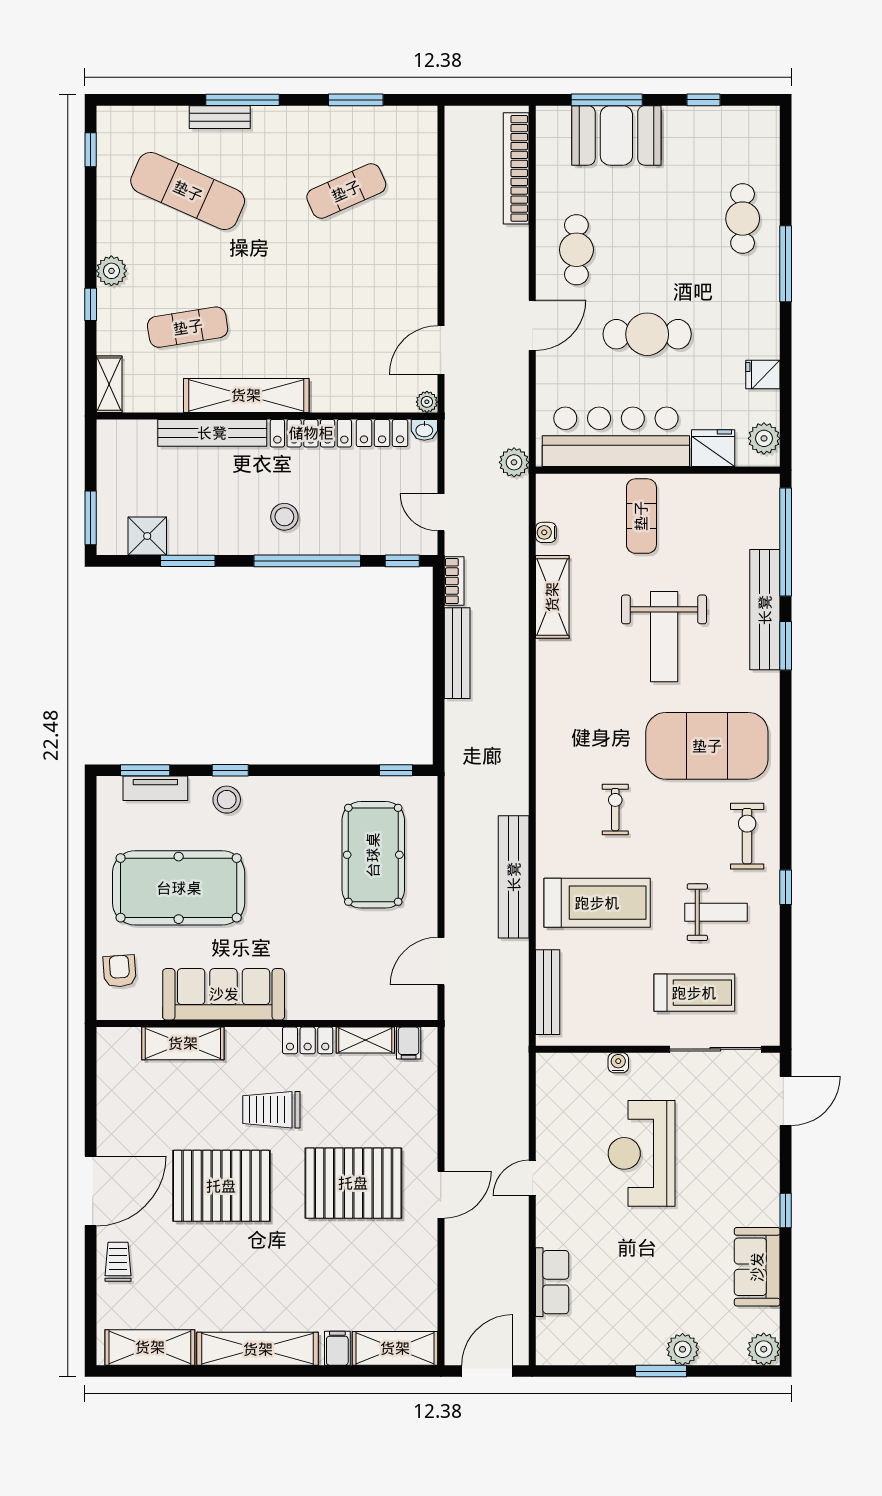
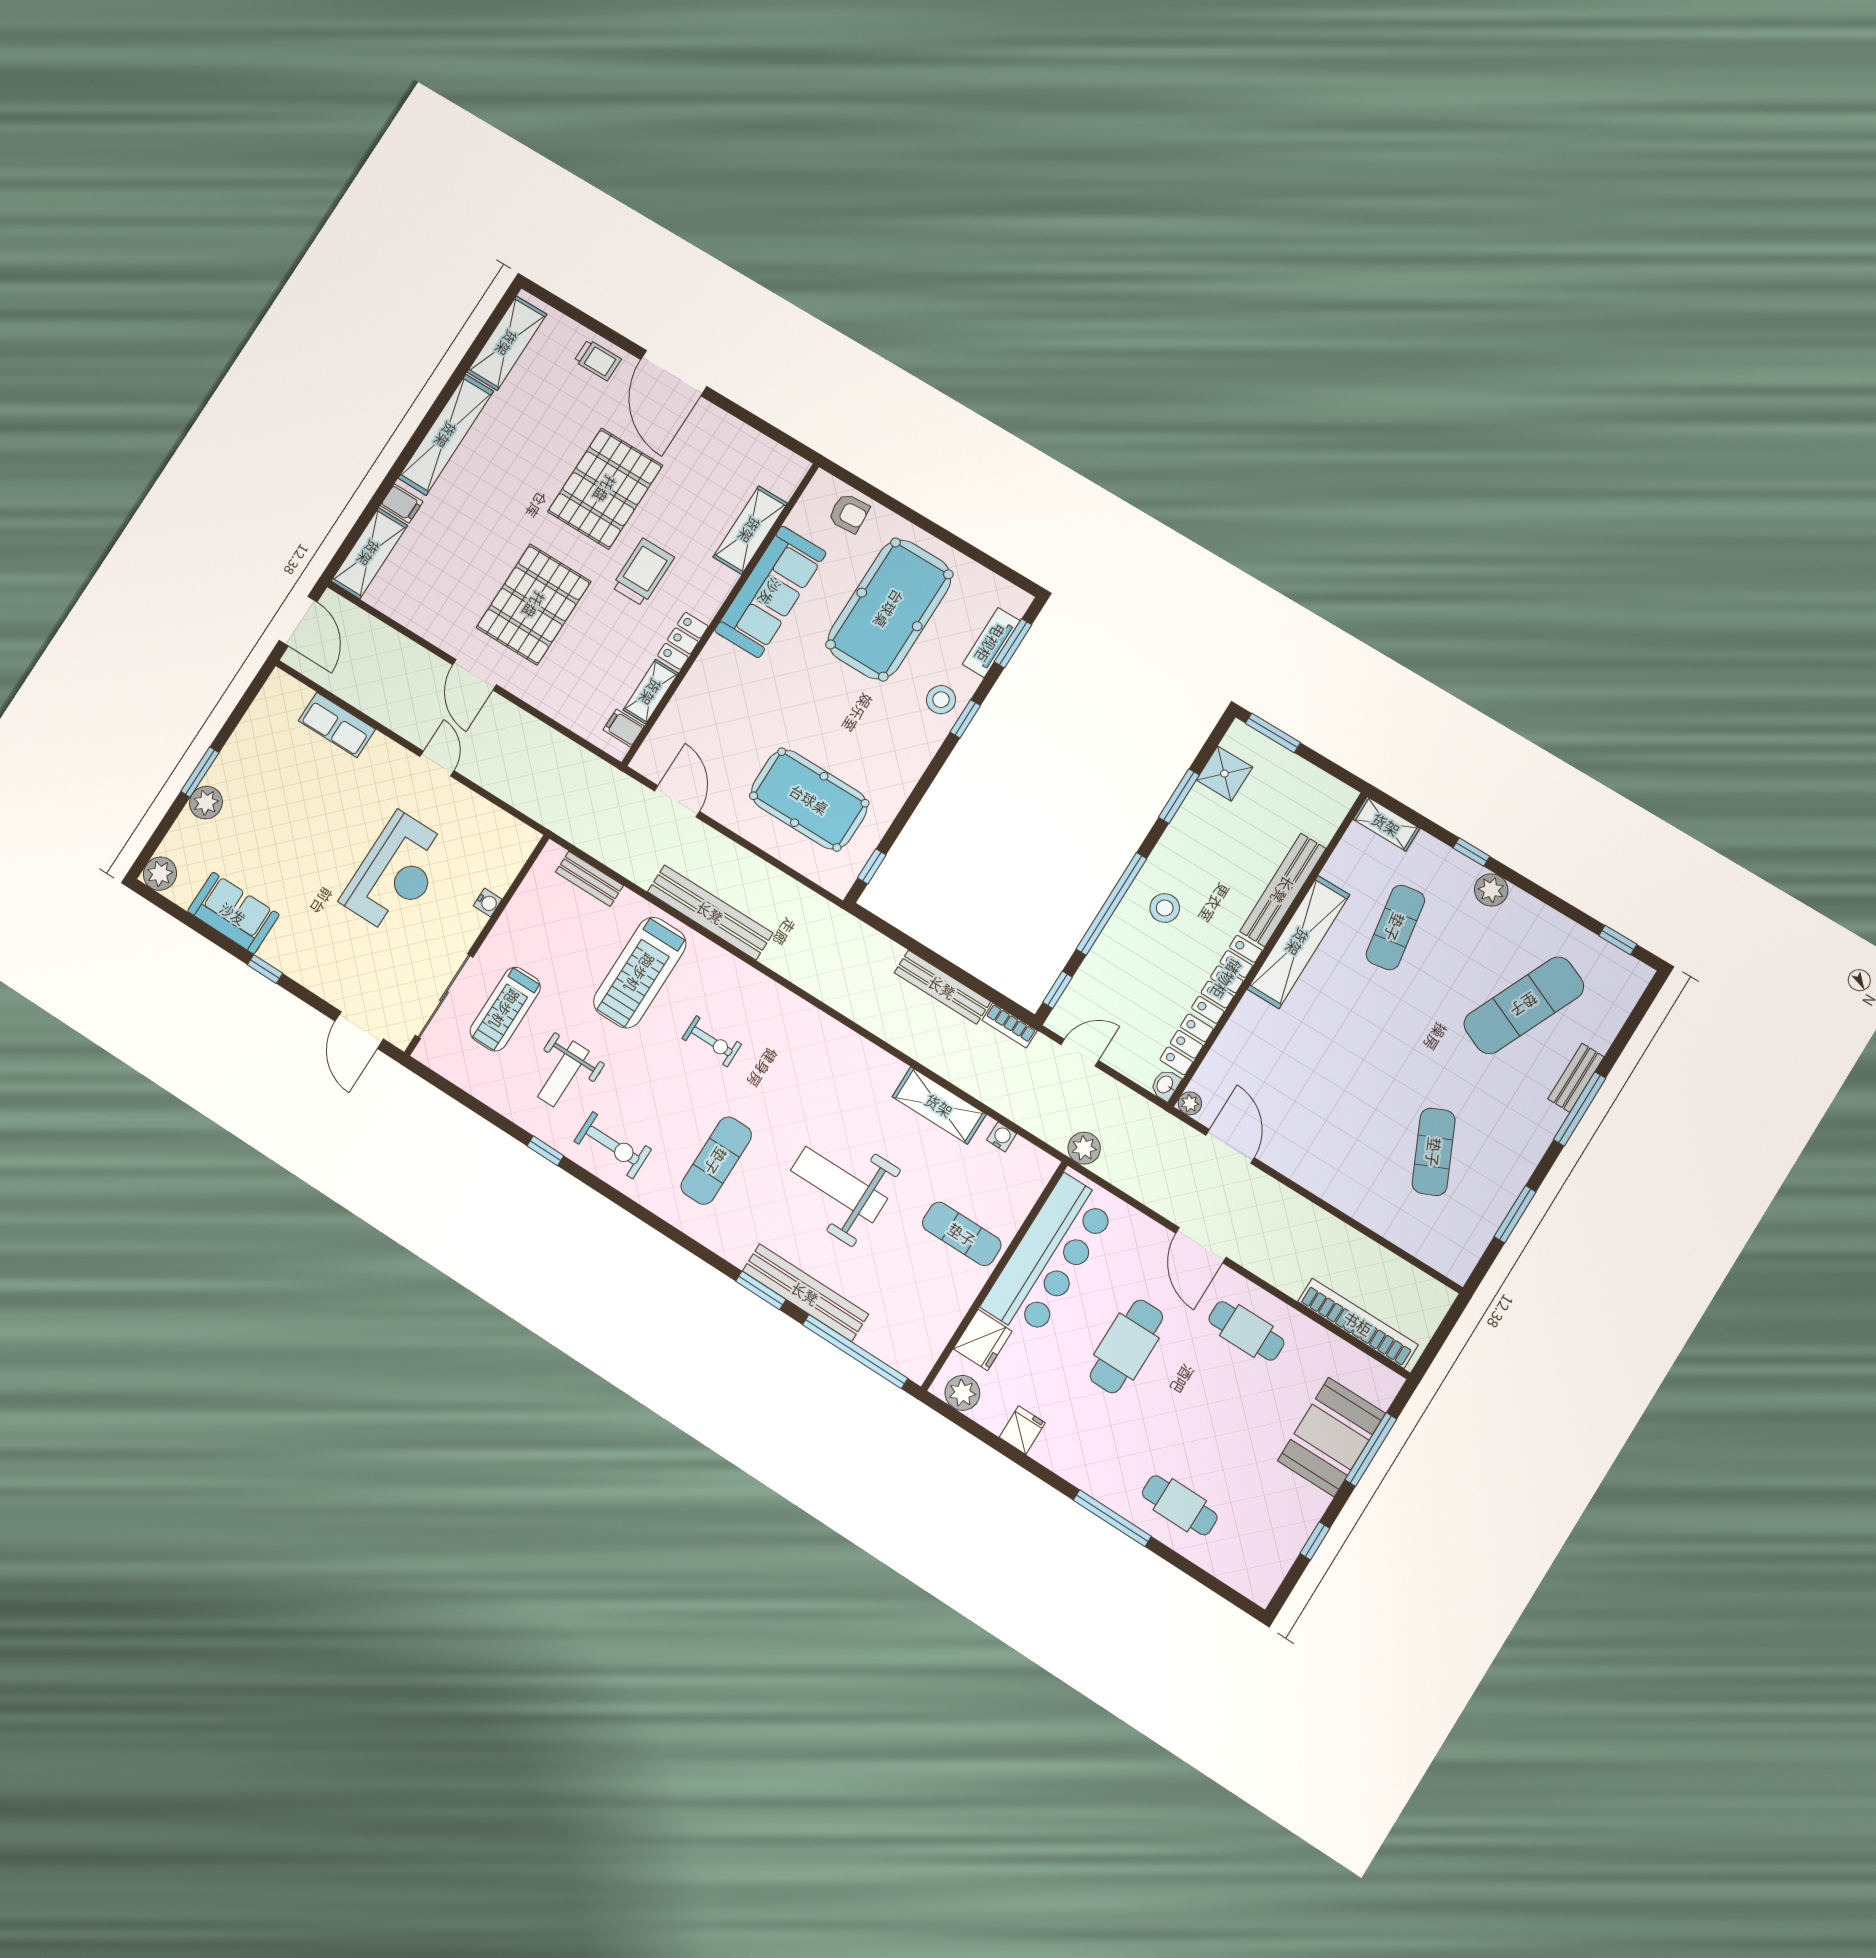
exercise mat: (707, 746) -> (716, 1161), width x0.50, depth x0.69
bench: (548, 992) -> (589, 879), width x0.73
reception desk: (642, 1153) -> (396, 873), turned 90

